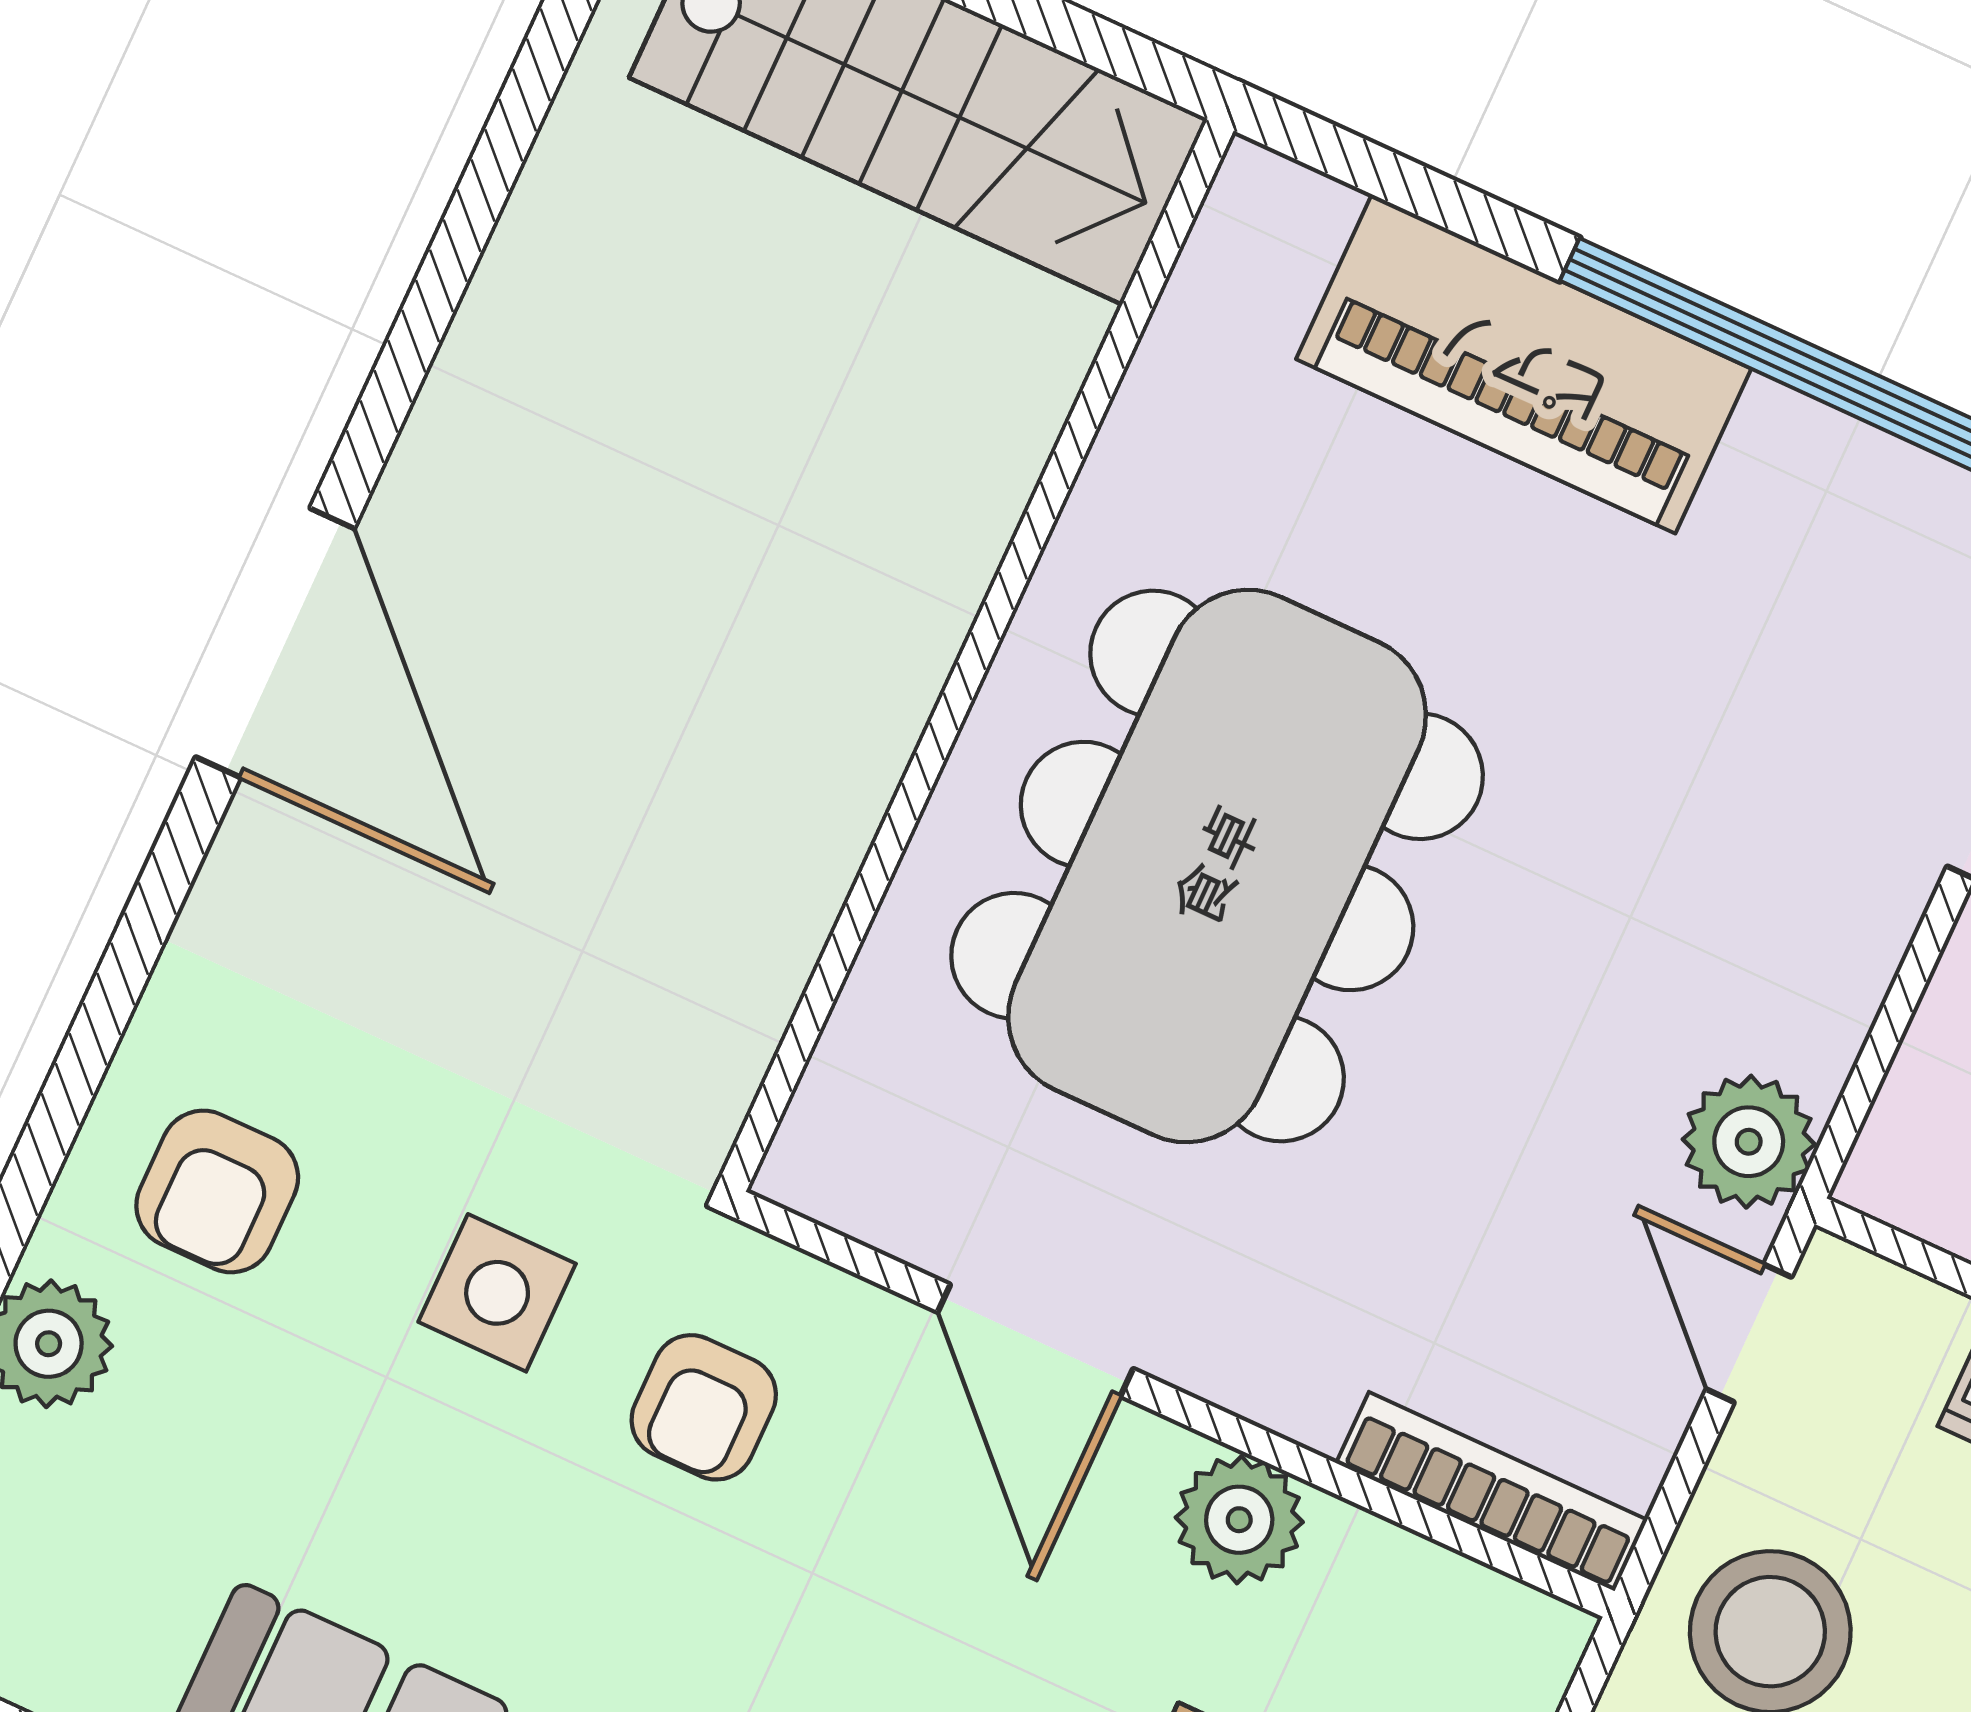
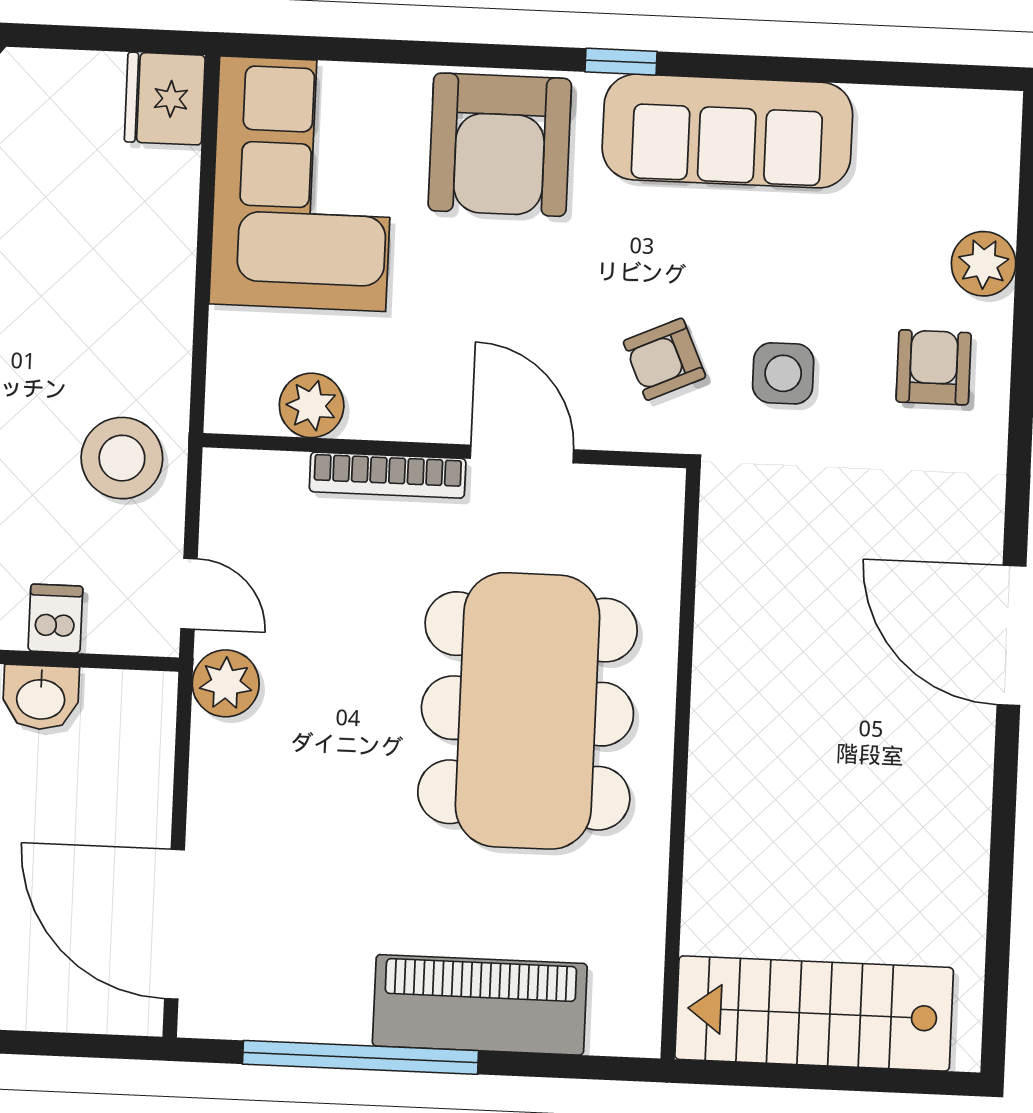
armchair: (704, 1407) -> (664, 359), turned -114
bookcase: (1492, 1492) -> (388, 475), moved
plant: (1239, 1520) -> (312, 405), moved

